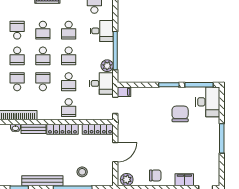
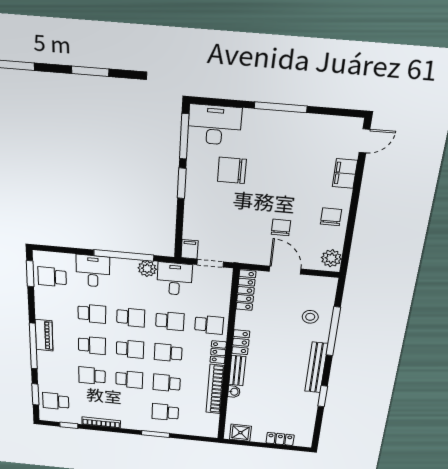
locker: (47, 115) -> (218, 352), added
locker: (62, 129) -> (241, 342), width x0.66
chair: (145, 146) -> (281, 227), added

